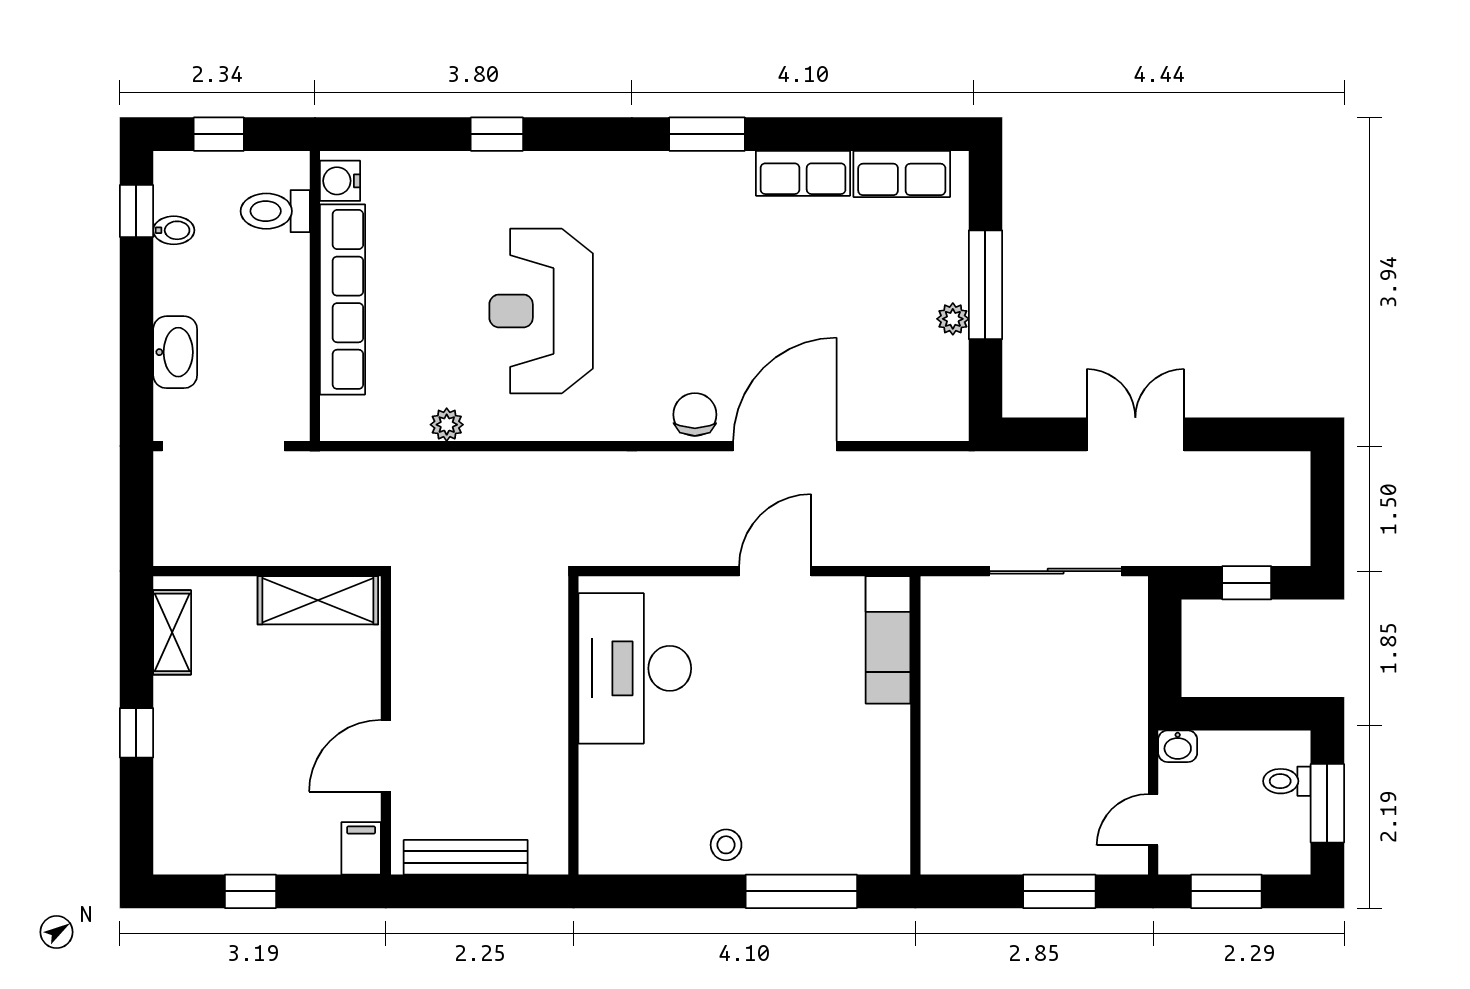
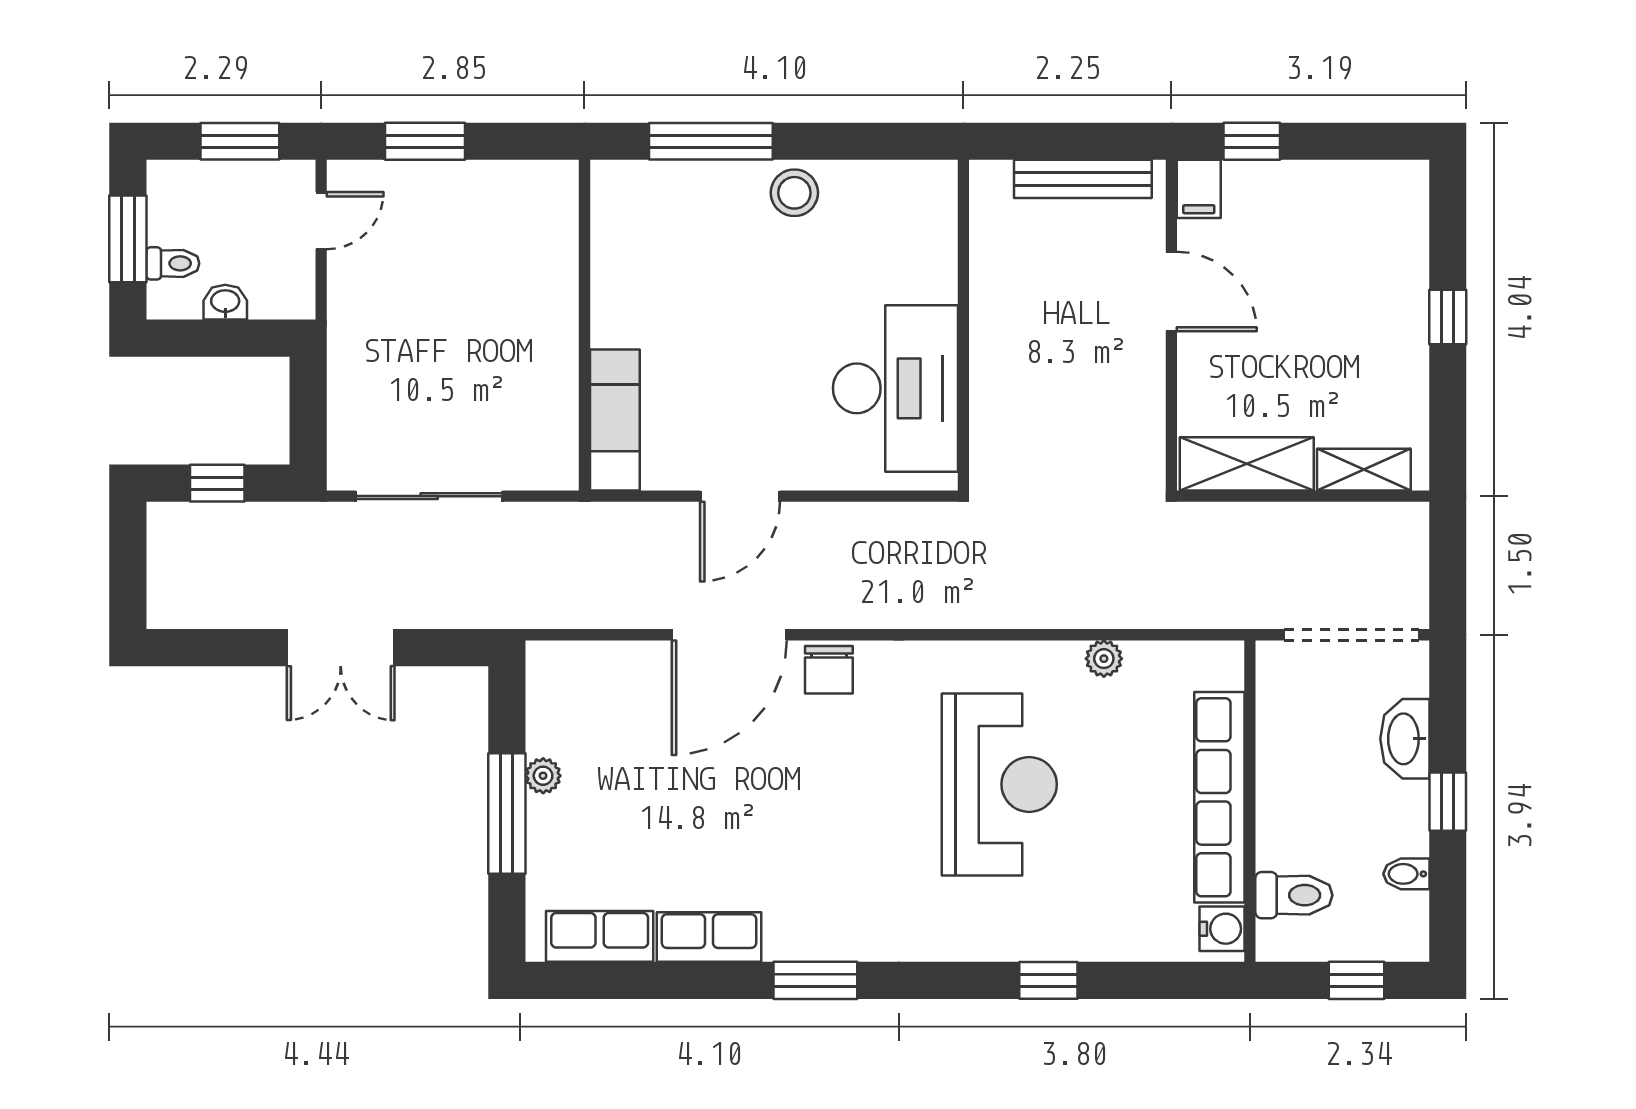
window: (136, 211) -> (1448, 802), moved
shelving: (172, 632) -> (1364, 470), moved, turned 90
washbasin: (1178, 746) -> (225, 302), moved
door: (386, 756) -> (1171, 292), hinge flipped
stool: (726, 845) -> (794, 193), width x1.37, depth x1.37
window: (250, 891) -> (1252, 141), moved

